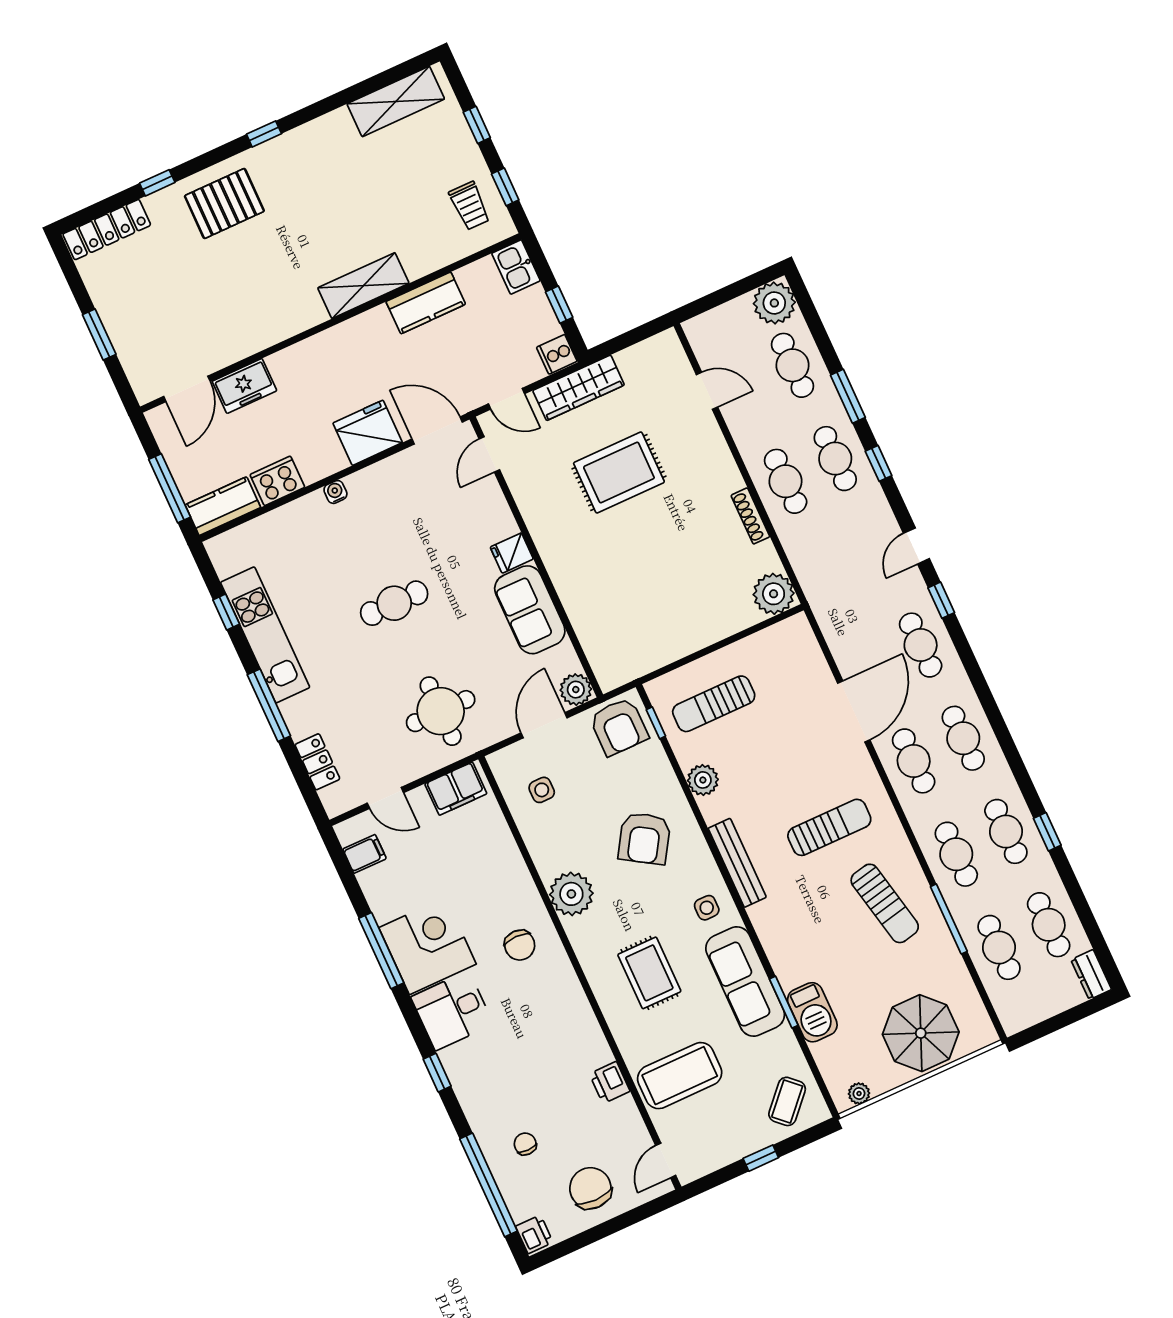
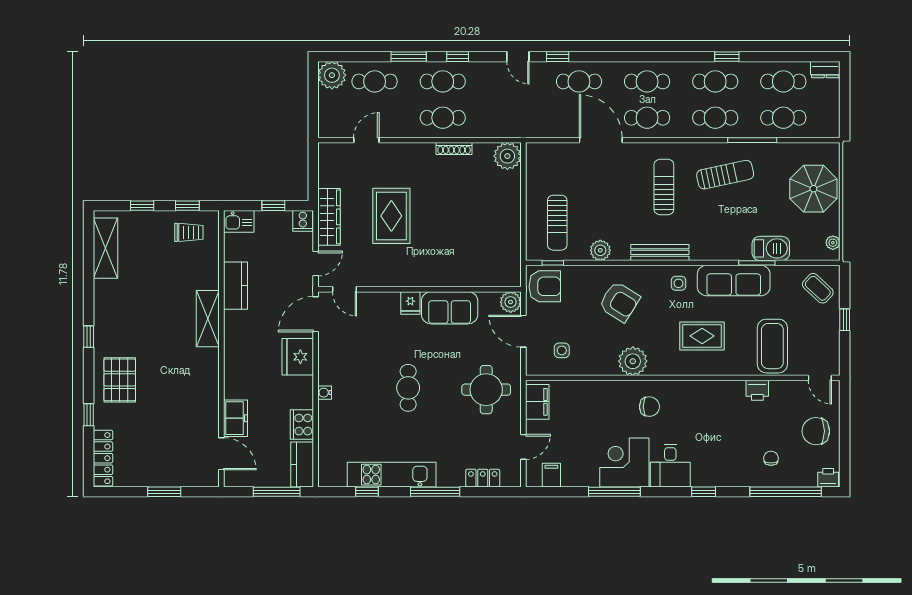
chair: (525, 1144) -> (771, 458), turned 90

